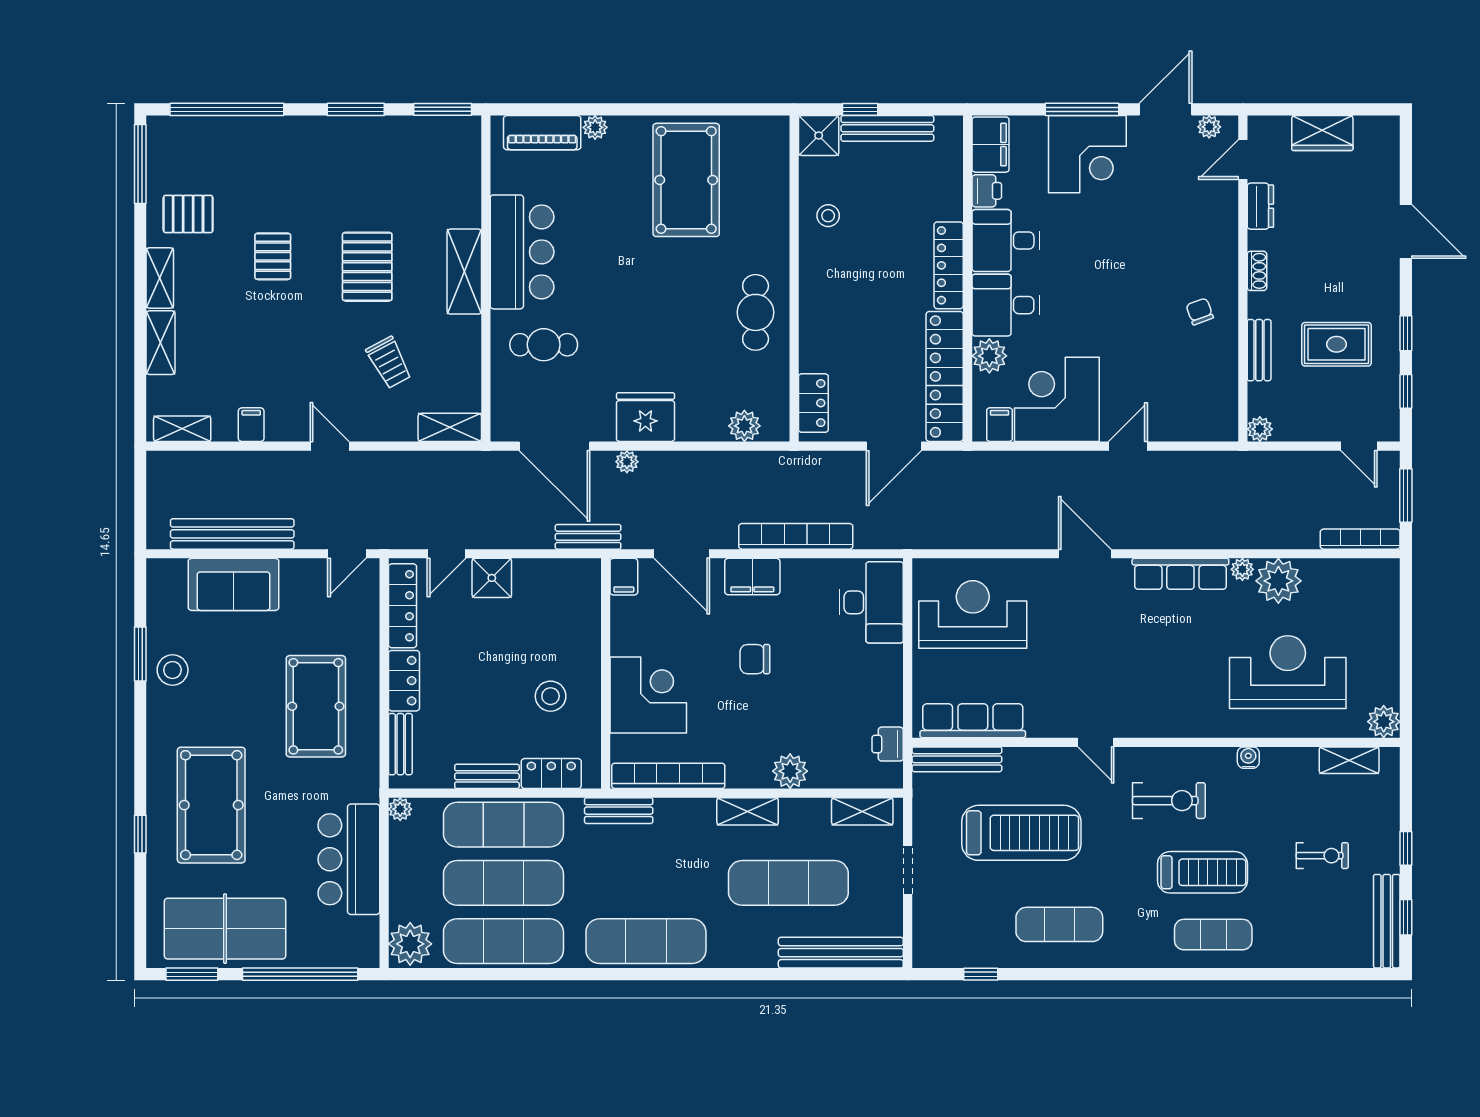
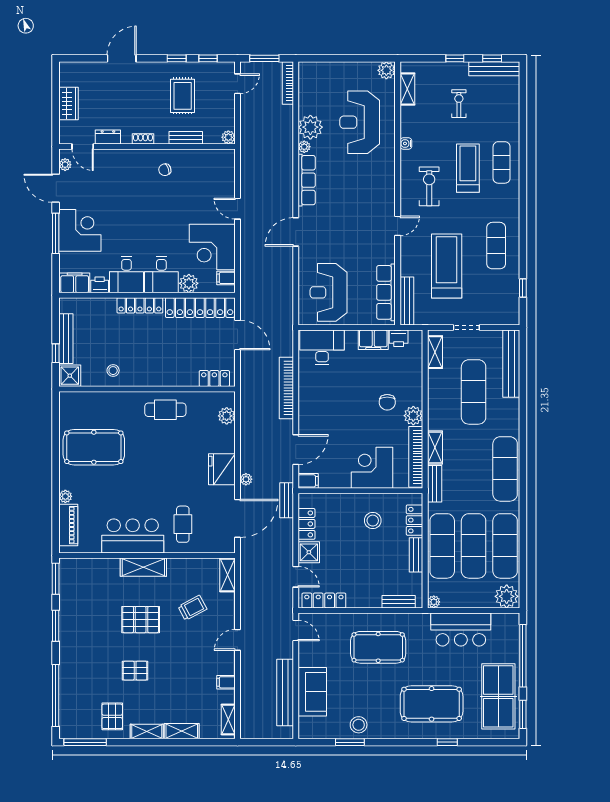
filing cabinet: (752, 577) -> (373, 340), moved, turned 90
chair: (755, 659) -> (387, 402), moved
locker: (404, 681) -> (307, 524), moved, turned 90
plant: (790, 771) -> (413, 416), moved
shelving: (748, 811) -> (435, 447), moved

